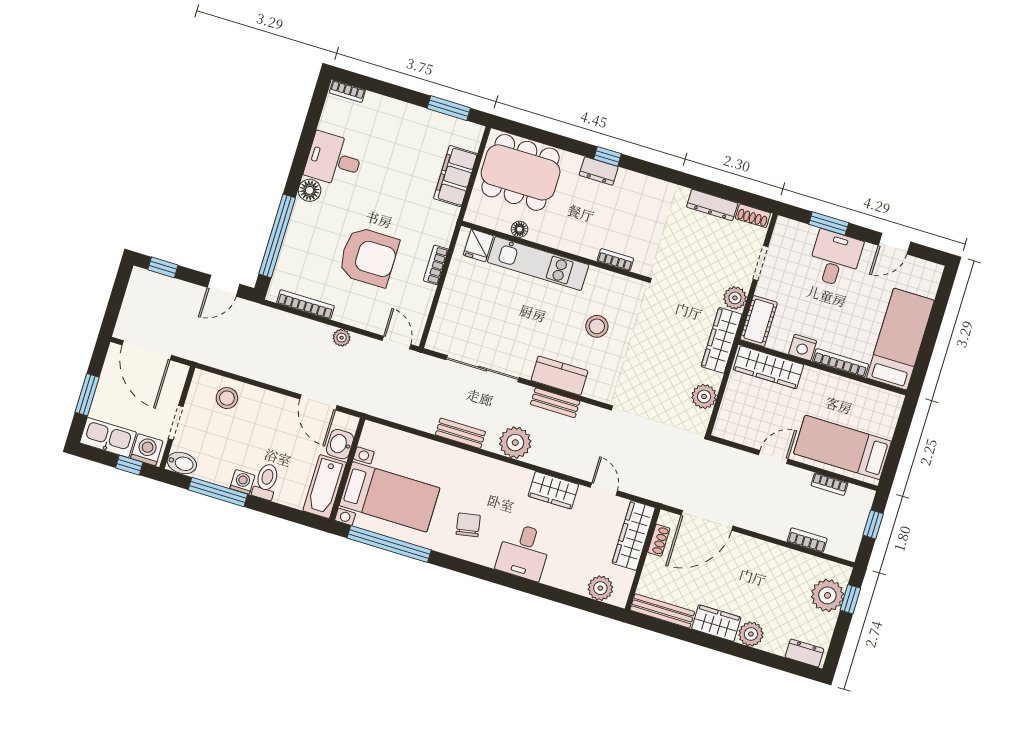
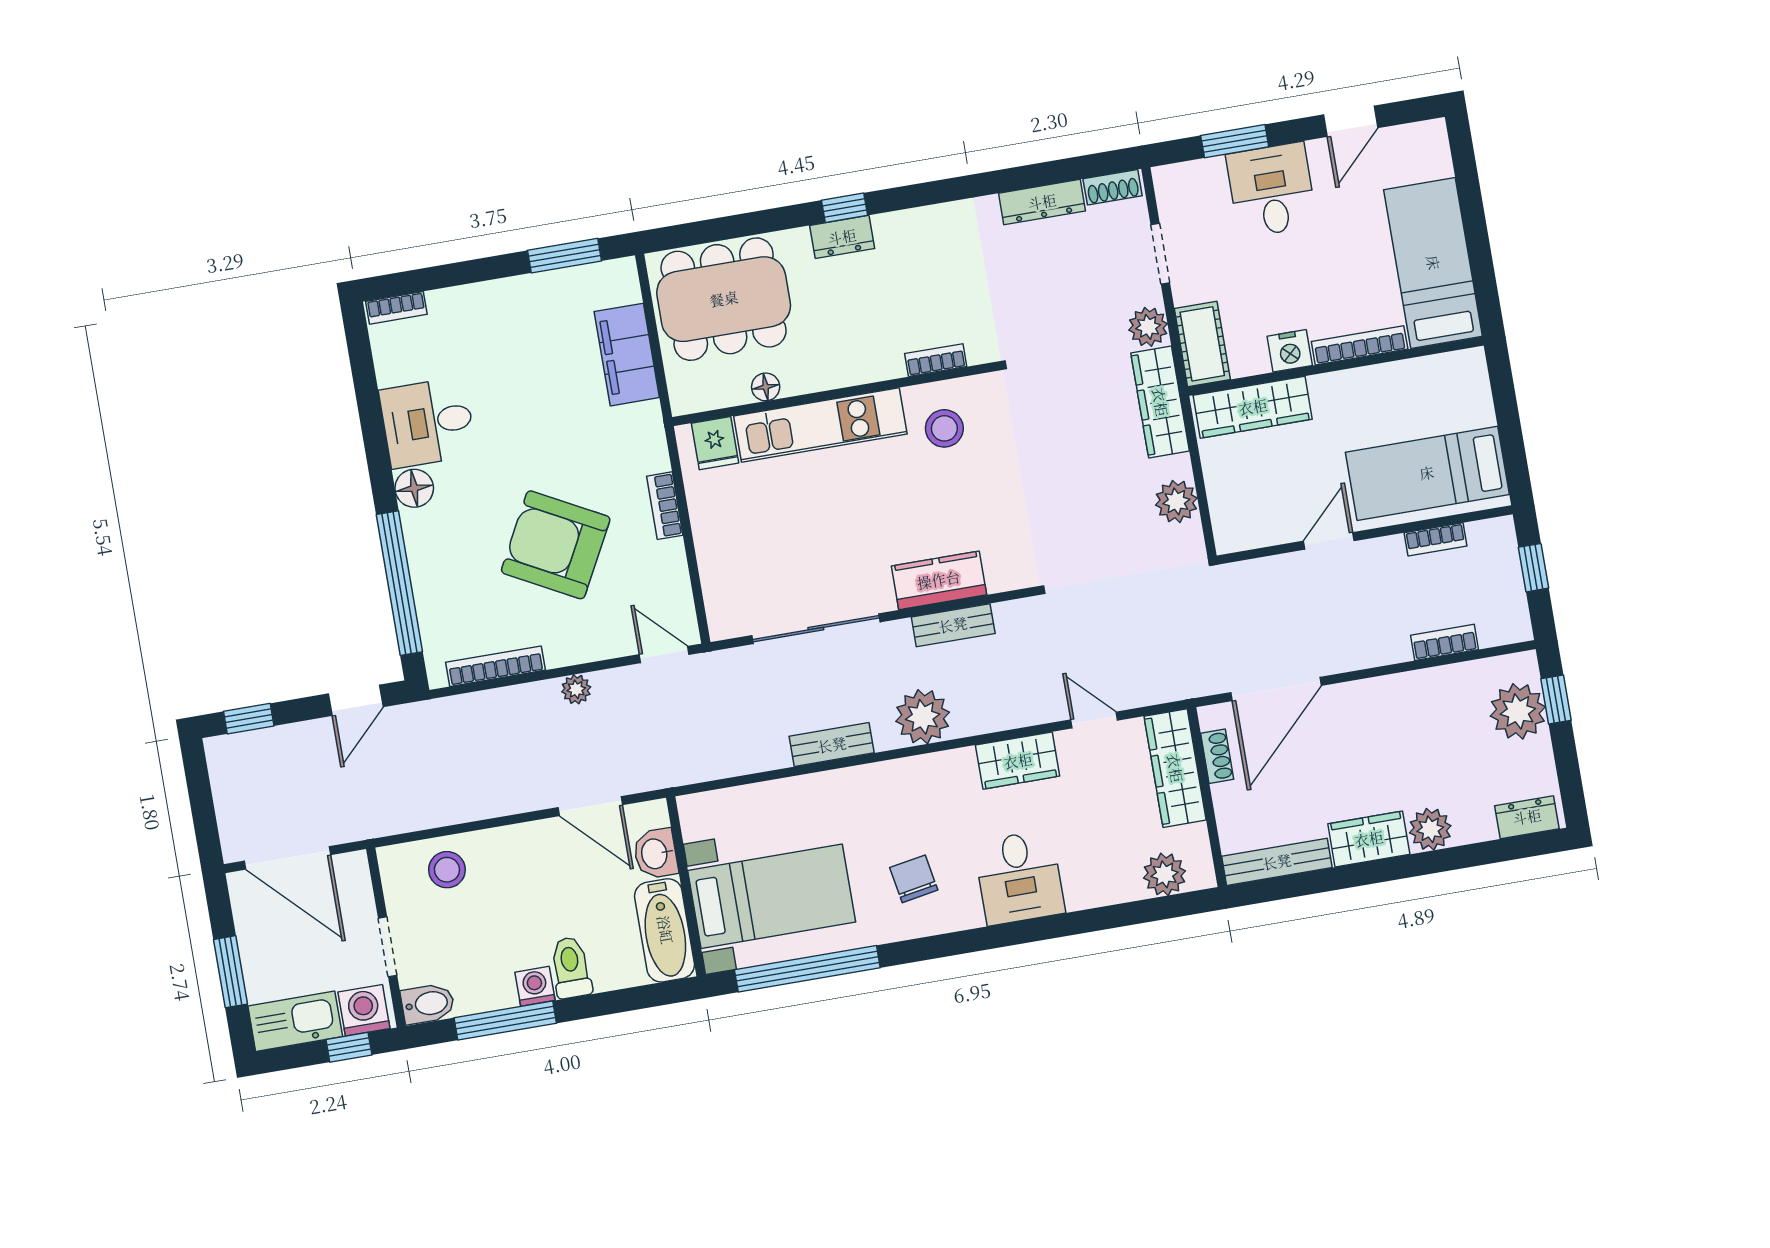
armchair: (369, 257) -> (556, 545), turned -152
stool: (597, 326) -> (944, 428), moved

